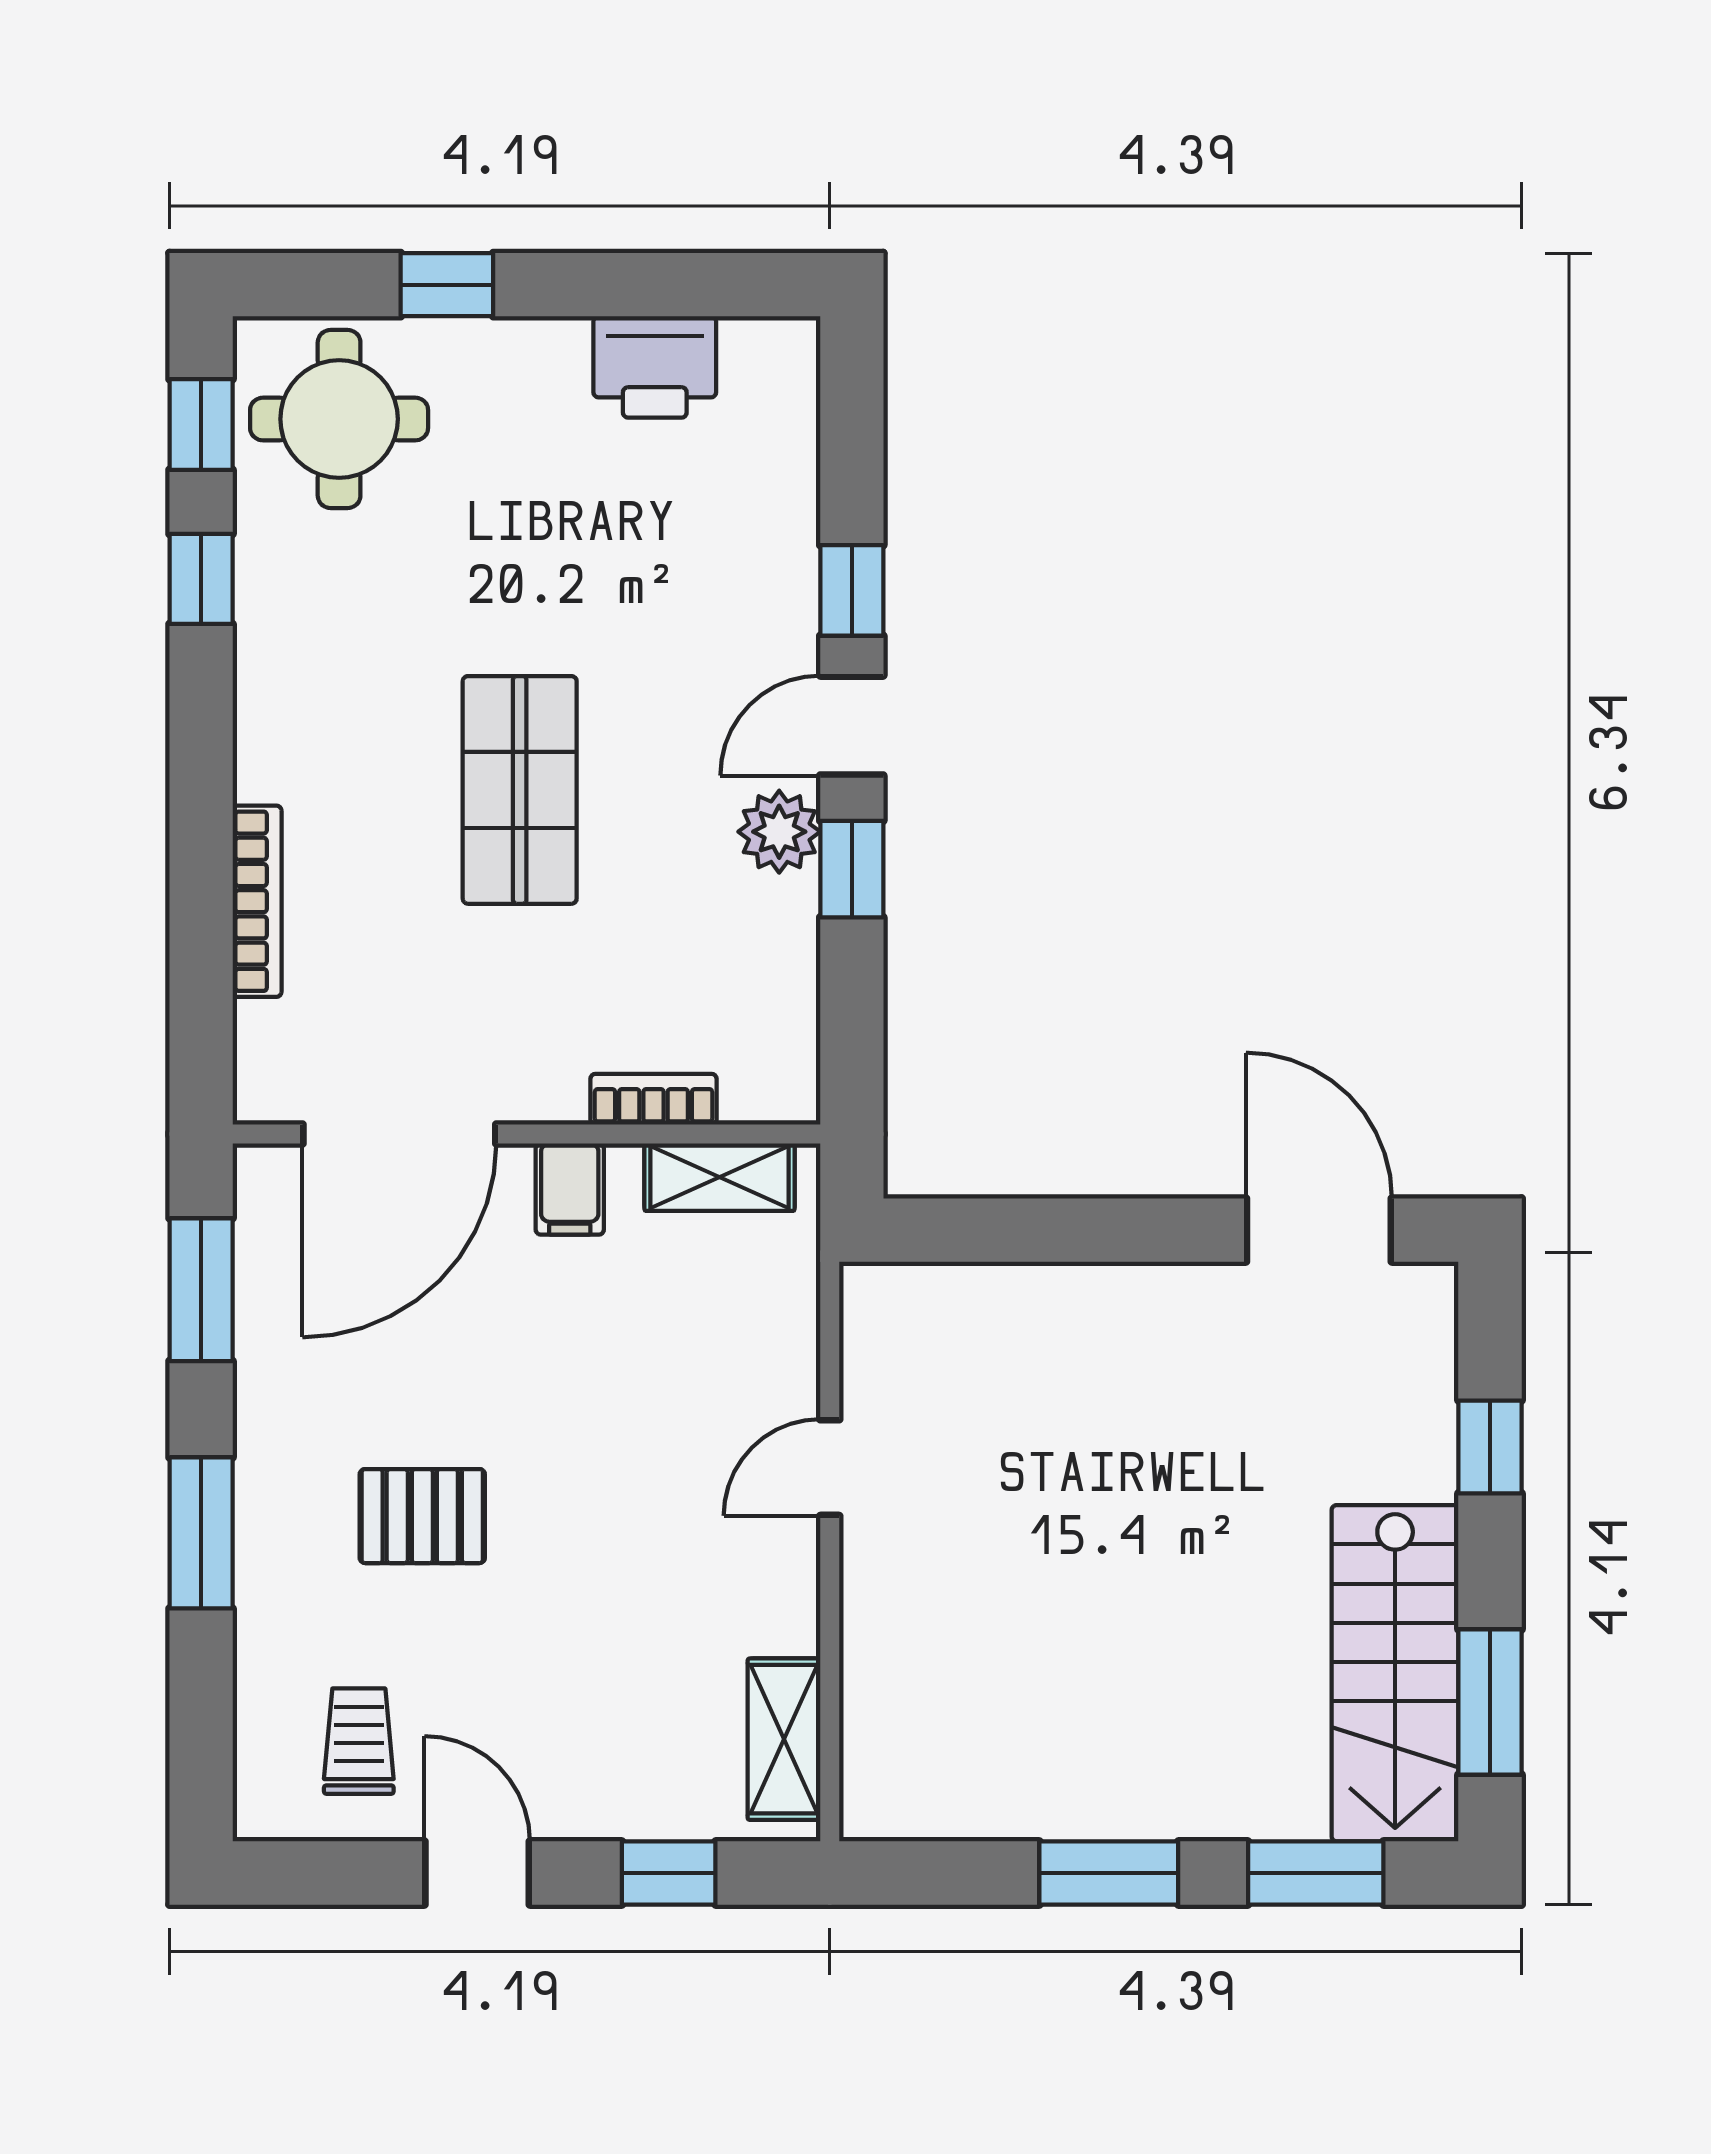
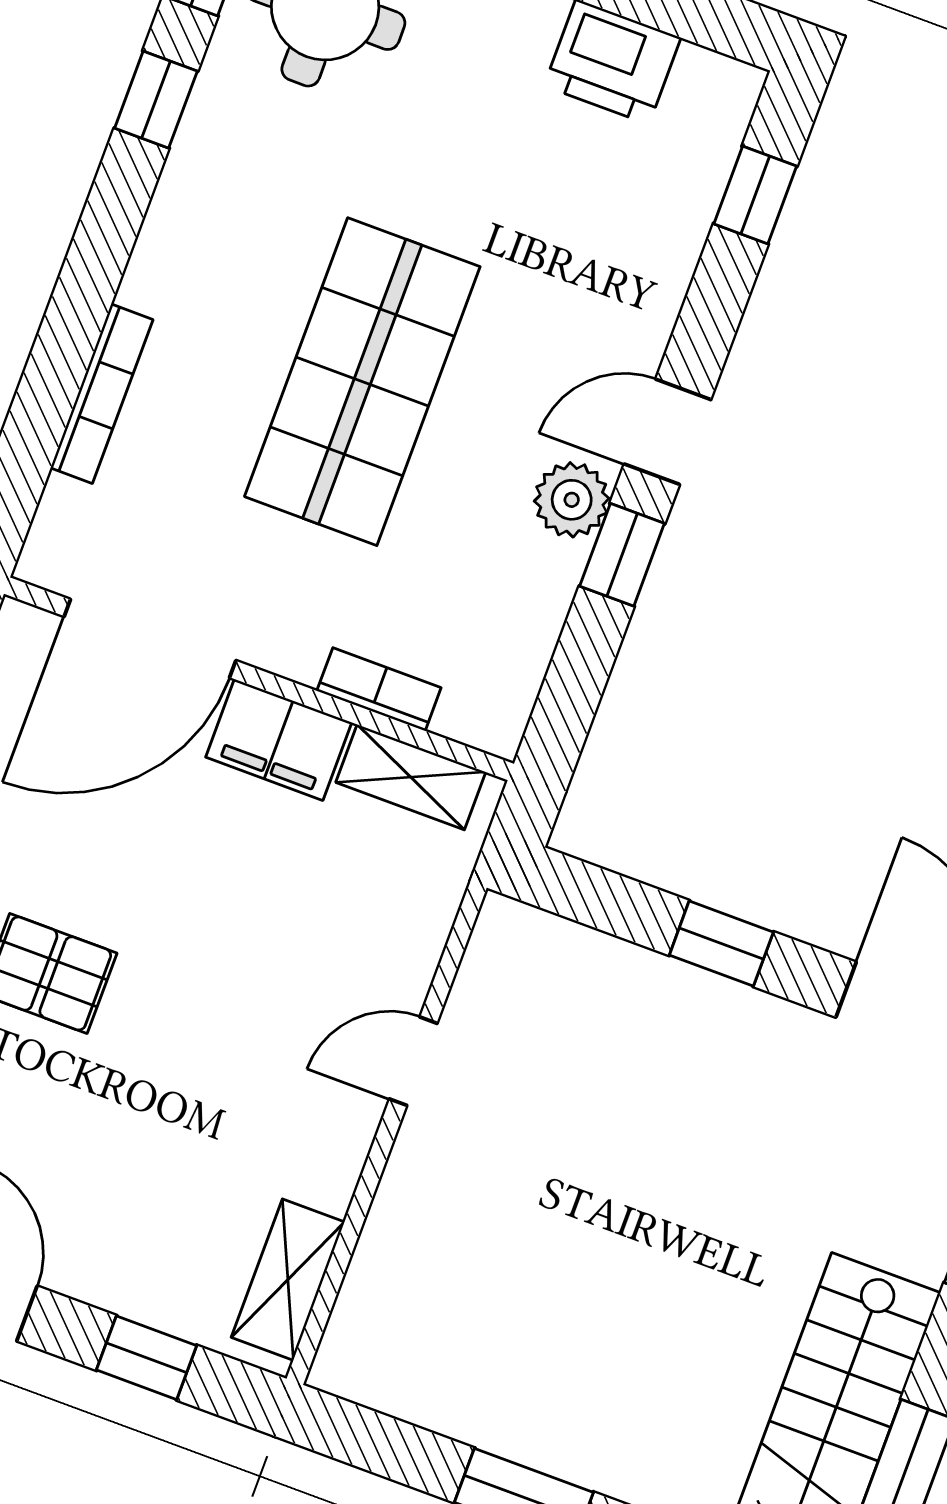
window: (852, 590) -> (755, 195), moved
shop shelf: (520, 790) -> (362, 382), width x1.43, depth x1.36
filing cabinet: (570, 1189) -> (279, 740), width x2.00
window: (1101, 1230) -> (721, 944), added

